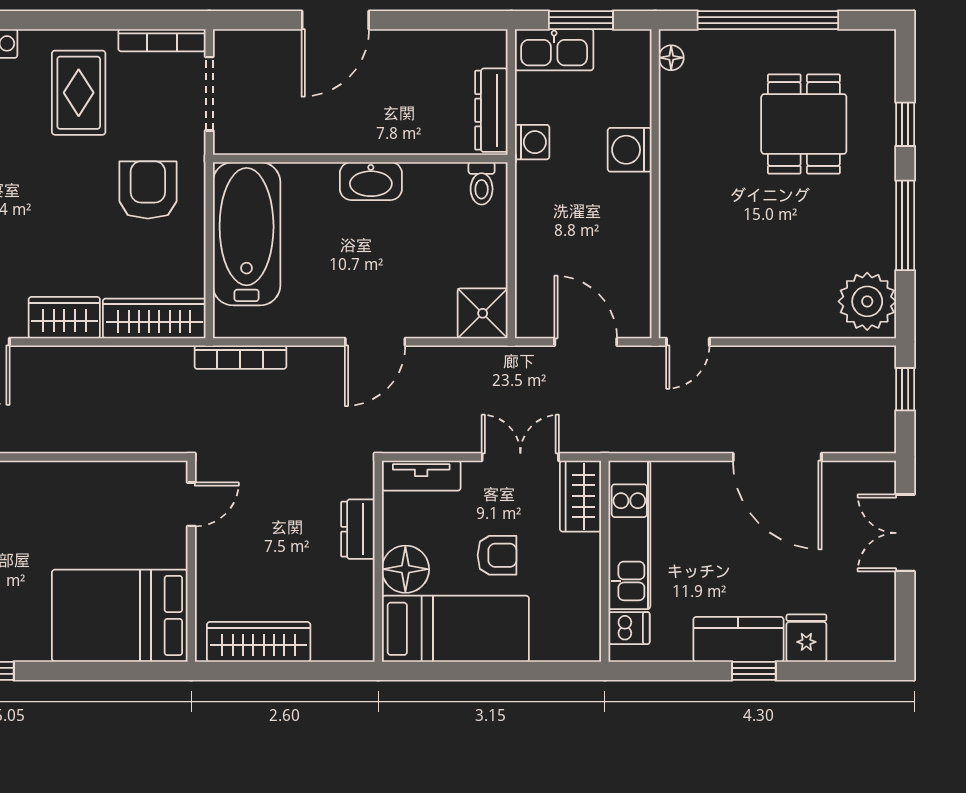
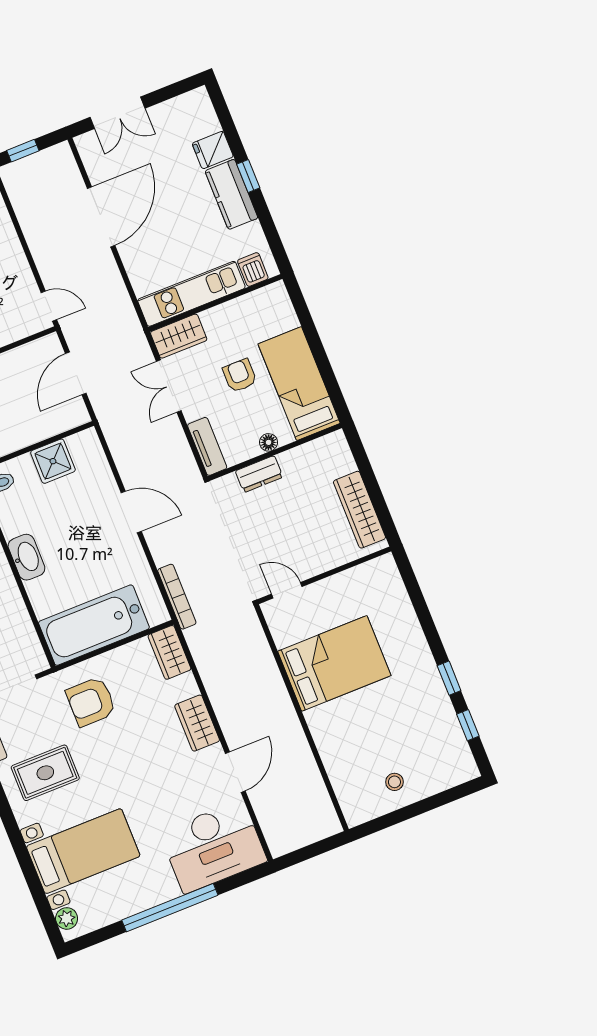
shower: (483, 313) -> (53, 461), moved
wardrobe: (154, 318) -> (169, 652), width x0.67
floor lamp: (405, 569) -> (269, 442), width x0.53, depth x0.53
bed: (120, 615) -> (334, 663), moved, turned -90

